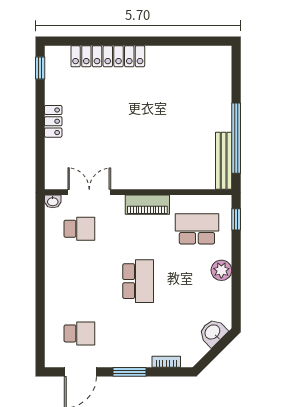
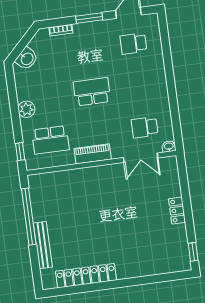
locker: (108, 56) -> (86, 276), moved
bench: (224, 161) -> (43, 245), moved
school desk: (138, 281) -> (92, 92), turned 90

